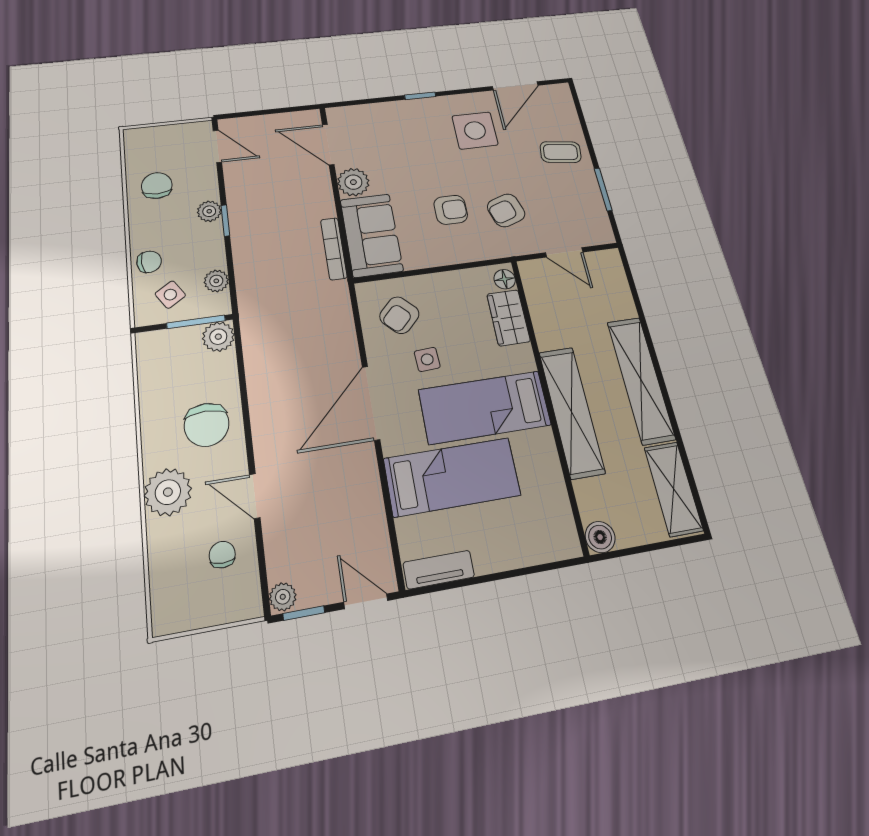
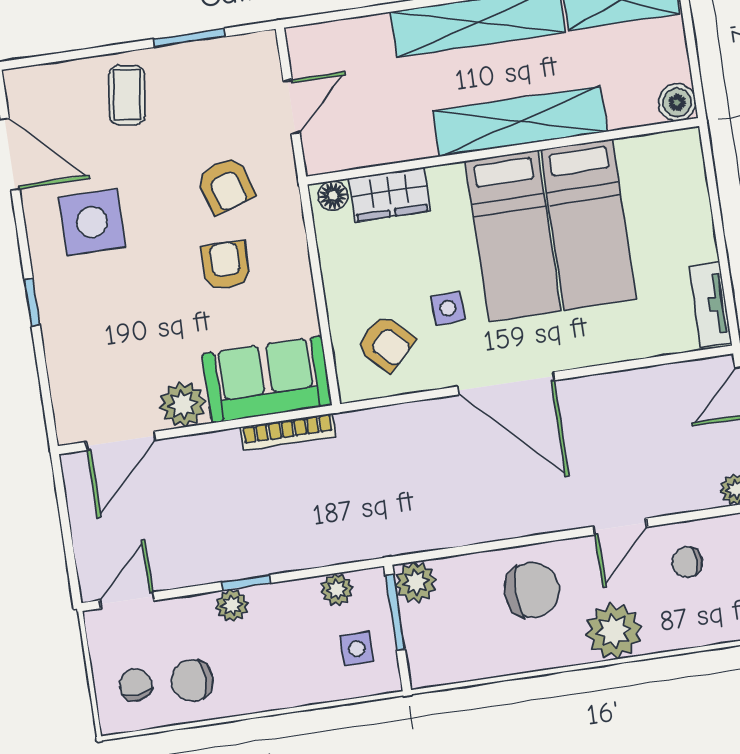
chair: (149, 262) -> (136, 685), moved
side table: (170, 295) -> (357, 649), turned 33
bed: (452, 477) -> (588, 224), moved, turned 180

